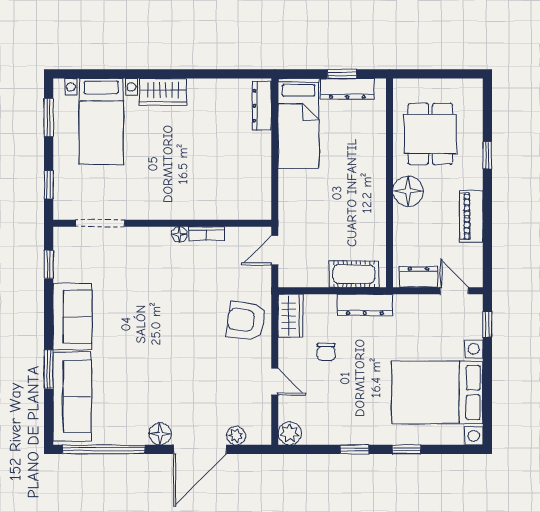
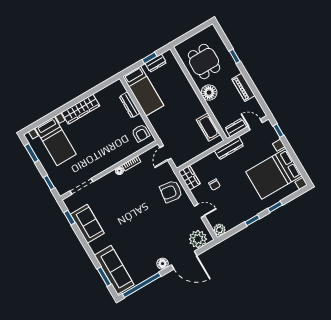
dresser: (347, 89) -> (156, 63), width x0.70
wardrobe: (163, 92) -> (81, 109), width x1.50
dresser: (262, 106) -> (130, 105), moved
armchair: (253, 192) -> (141, 133), added
cot: (354, 274) -> (208, 127), moved, turned 90
dresser: (365, 305) -> (229, 148), moved
sofa: (72, 317) -> (87, 224), moved
window: (49, 369) -> (104, 277), moved
plant: (236, 436) -> (198, 239), width x1.88, depth x1.88
door: (200, 449) -> (184, 260), hinge flipped

